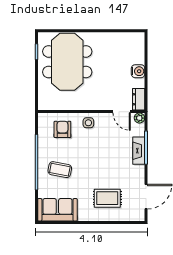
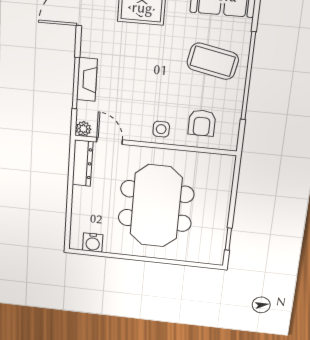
meeting table: (67, 62) -> (156, 206), moved
water cooler: (138, 71) -> (93, 243), moved, turned -90
dresser: (139, 99) -> (83, 163), width x1.44
coffee table: (60, 170) -> (213, 61), width x1.36, depth x1.30

